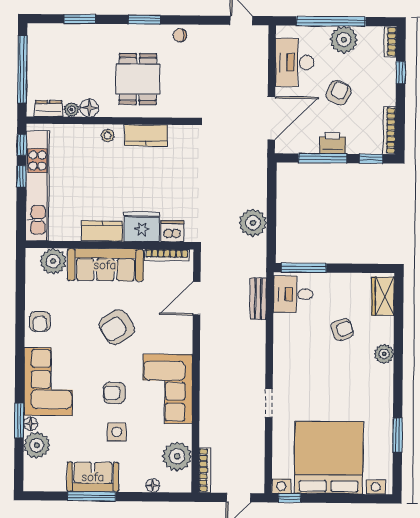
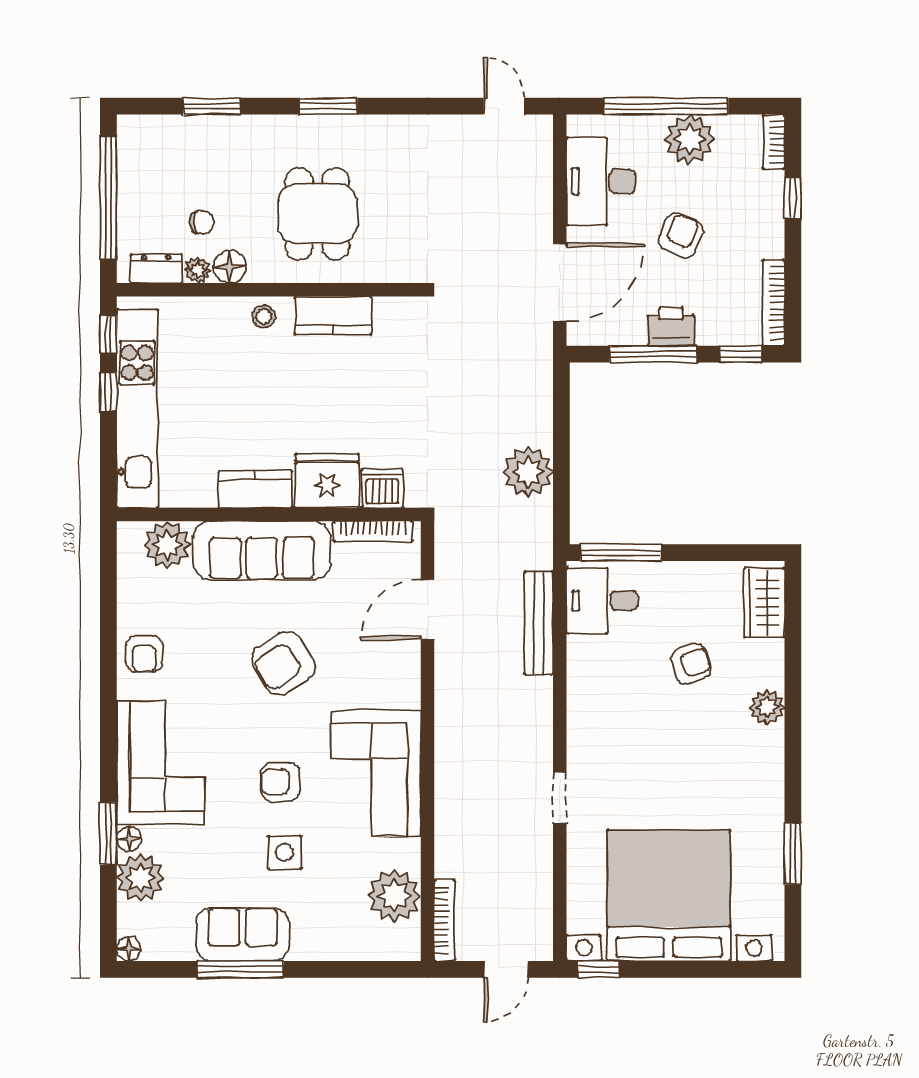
chair: (180, 35) -> (202, 222), moved, turned 180
bench: (258, 299) -> (539, 623), width x1.36
floor lamp: (153, 486) -> (129, 949), moved

